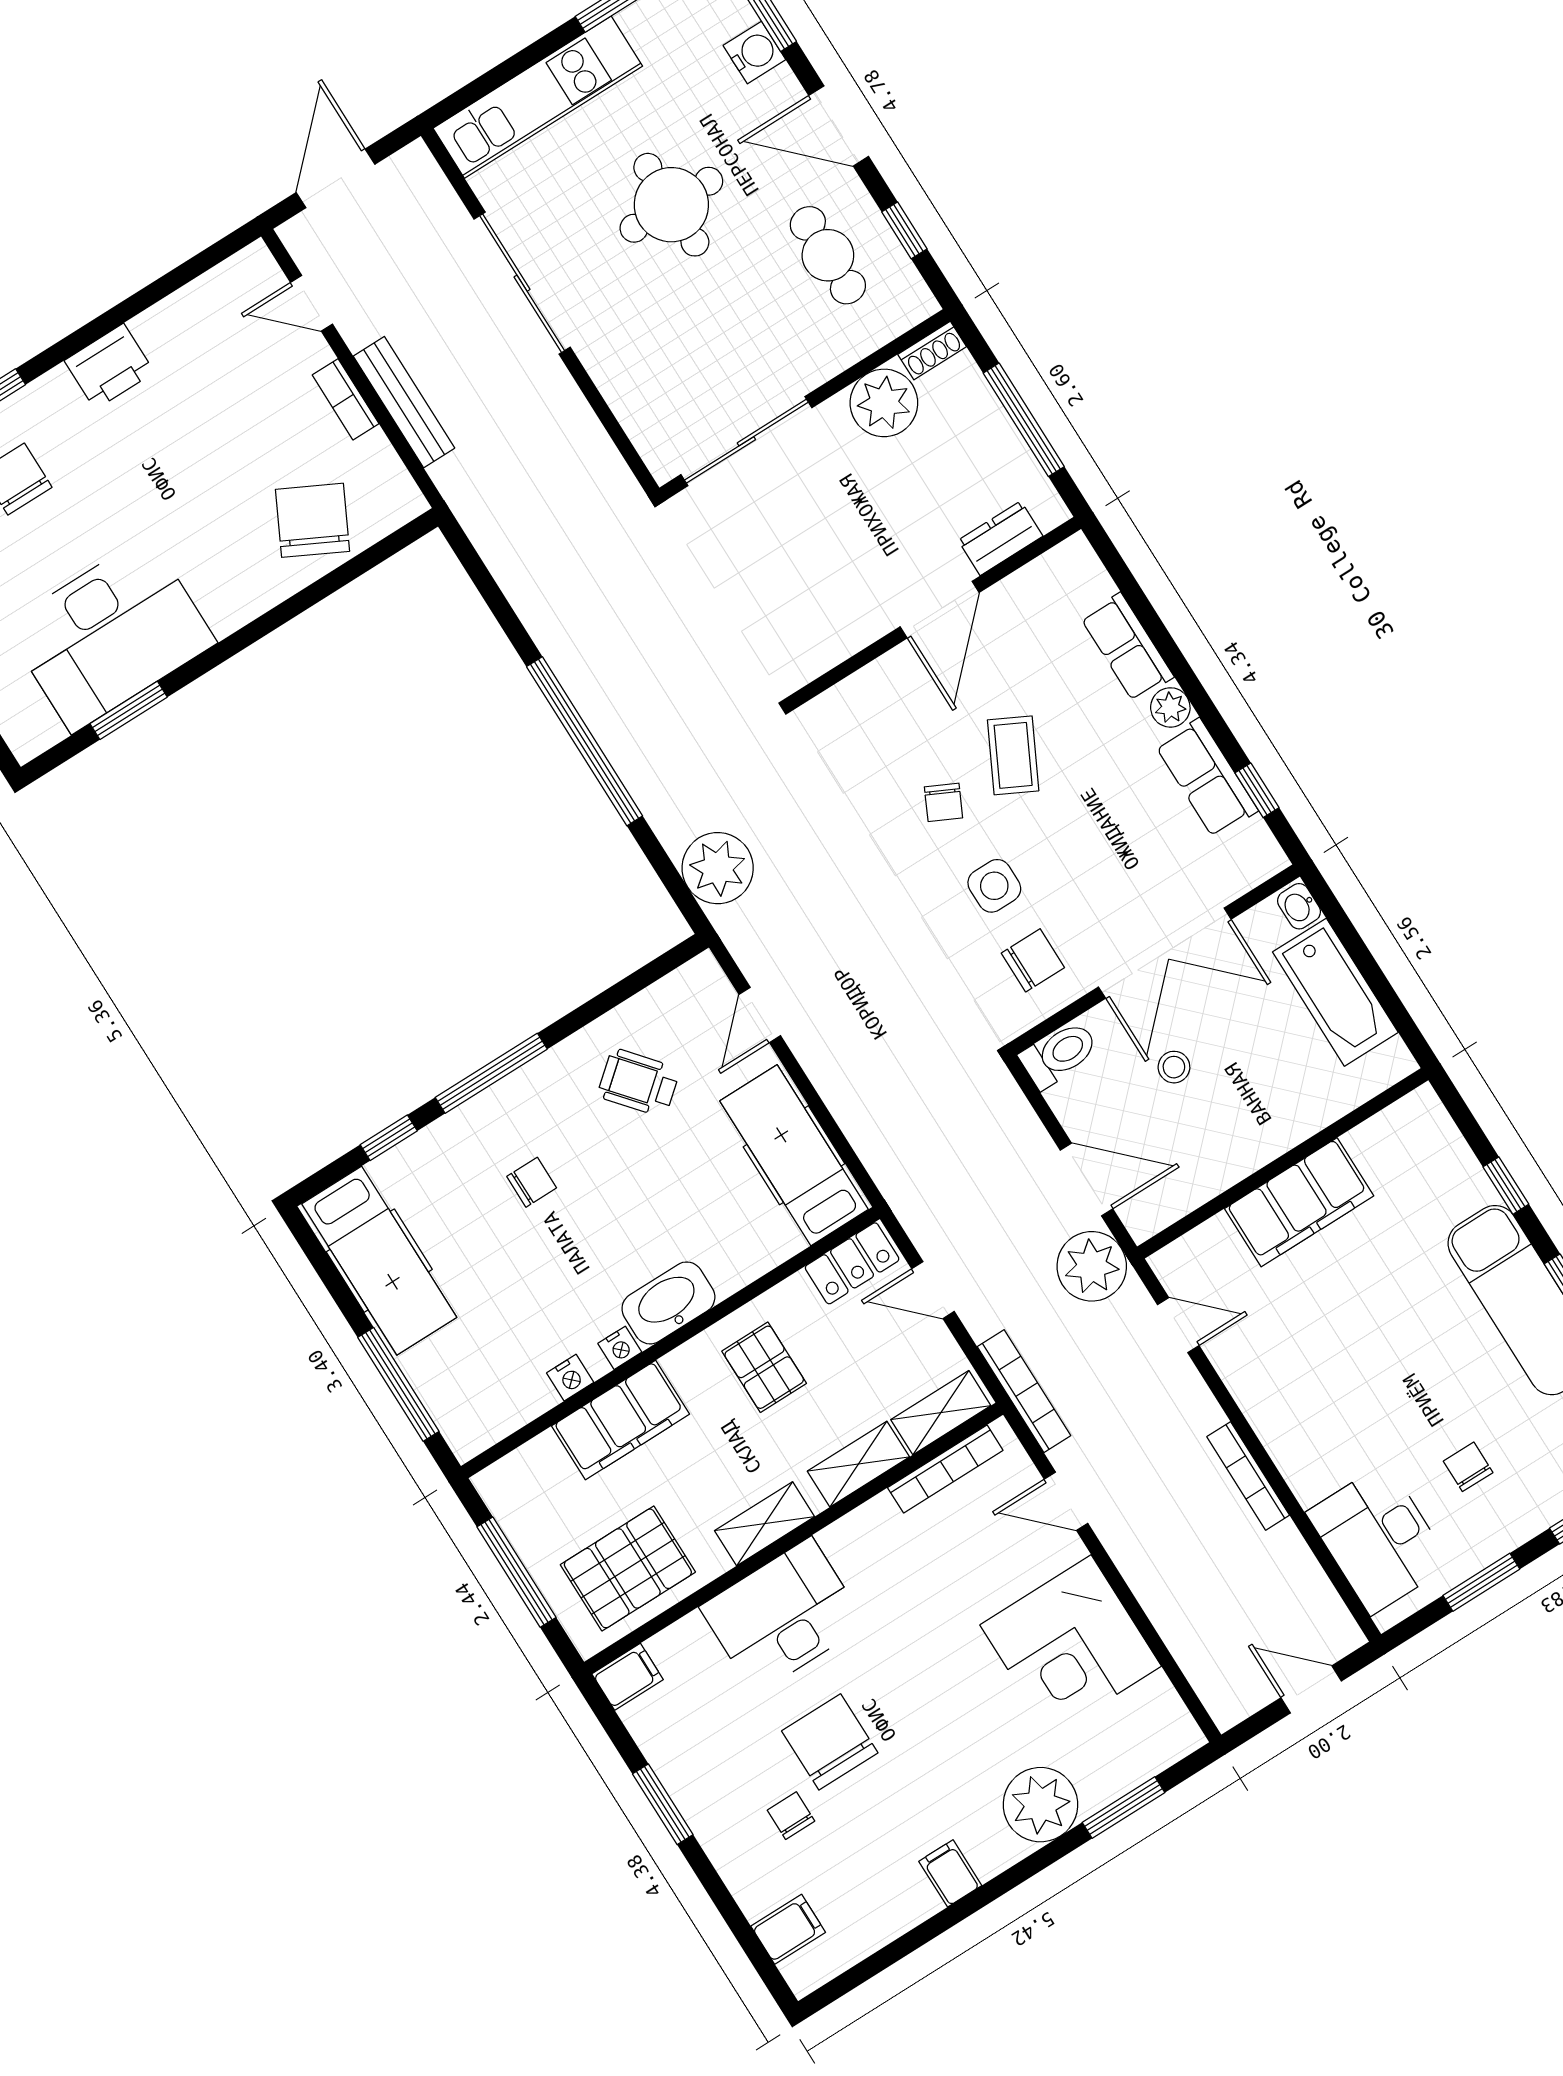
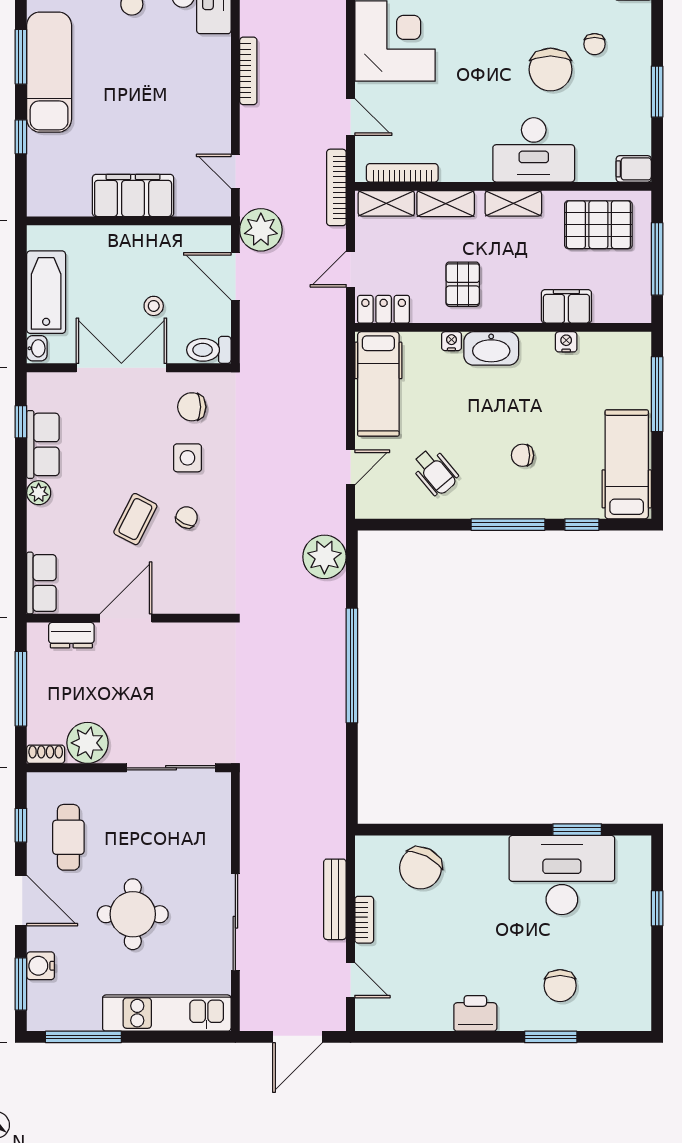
row of seats: (1127, 647) -> (41, 583), moved
door: (933, 1290) -> (350, 269), swing flipped
nightstand: (620, 1348) -> (451, 341), moved
filing cabinet: (621, 1420) -> (566, 306), width x0.67, depth x0.86

